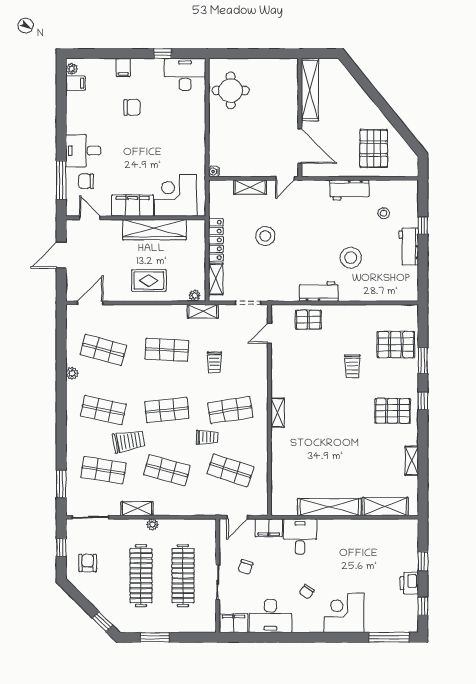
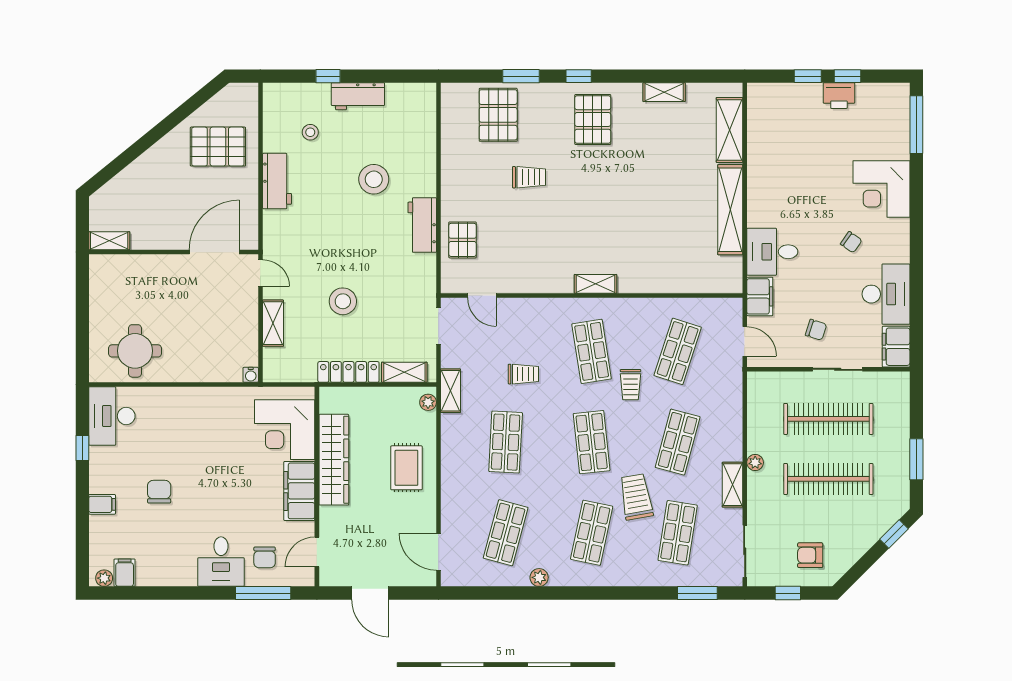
shelving: (310, 90) -> (109, 241), width x0.45, depth x0.75
trolley: (207, 437) -> (631, 385), turned 180
window: (423, 606) -> (848, 76), moved

